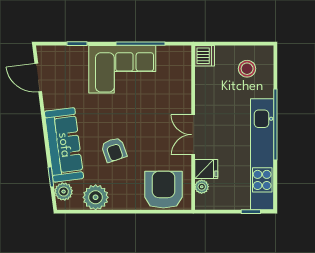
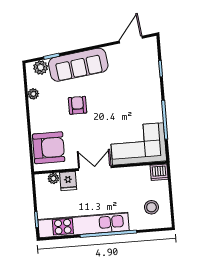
corner sofa: (122, 69) -> (138, 144), moved, turned 90
armchair: (114, 150) -> (78, 105), turned 109
plant: (96, 197) -> (33, 94), width x0.53, depth x0.53

